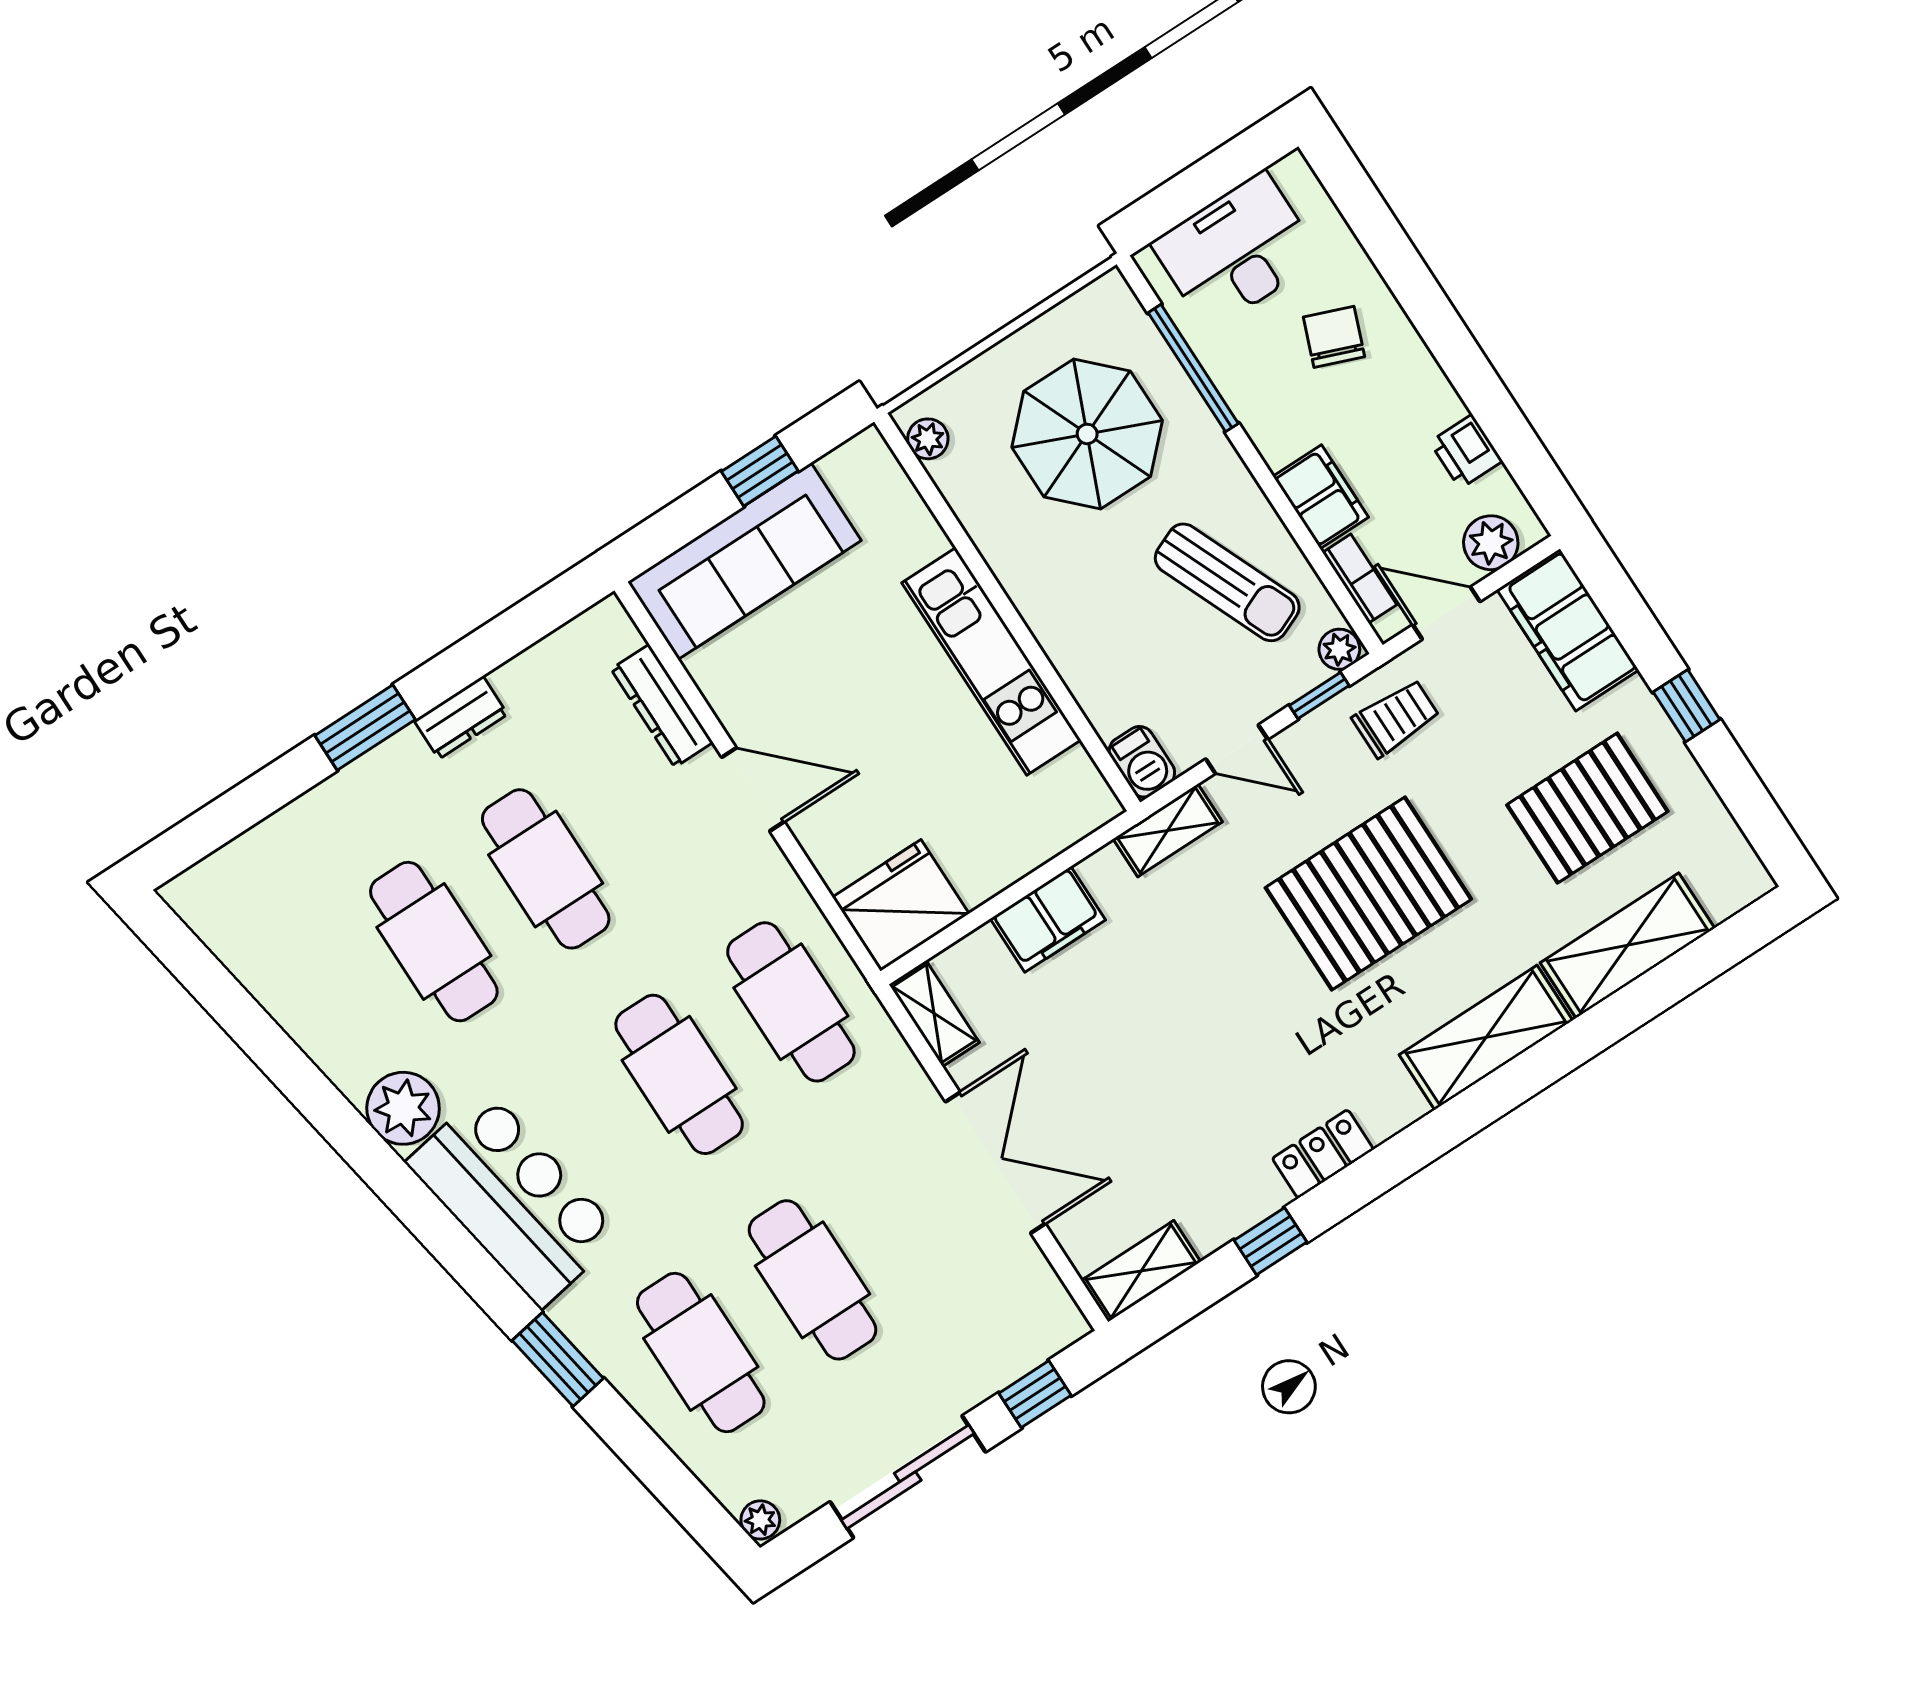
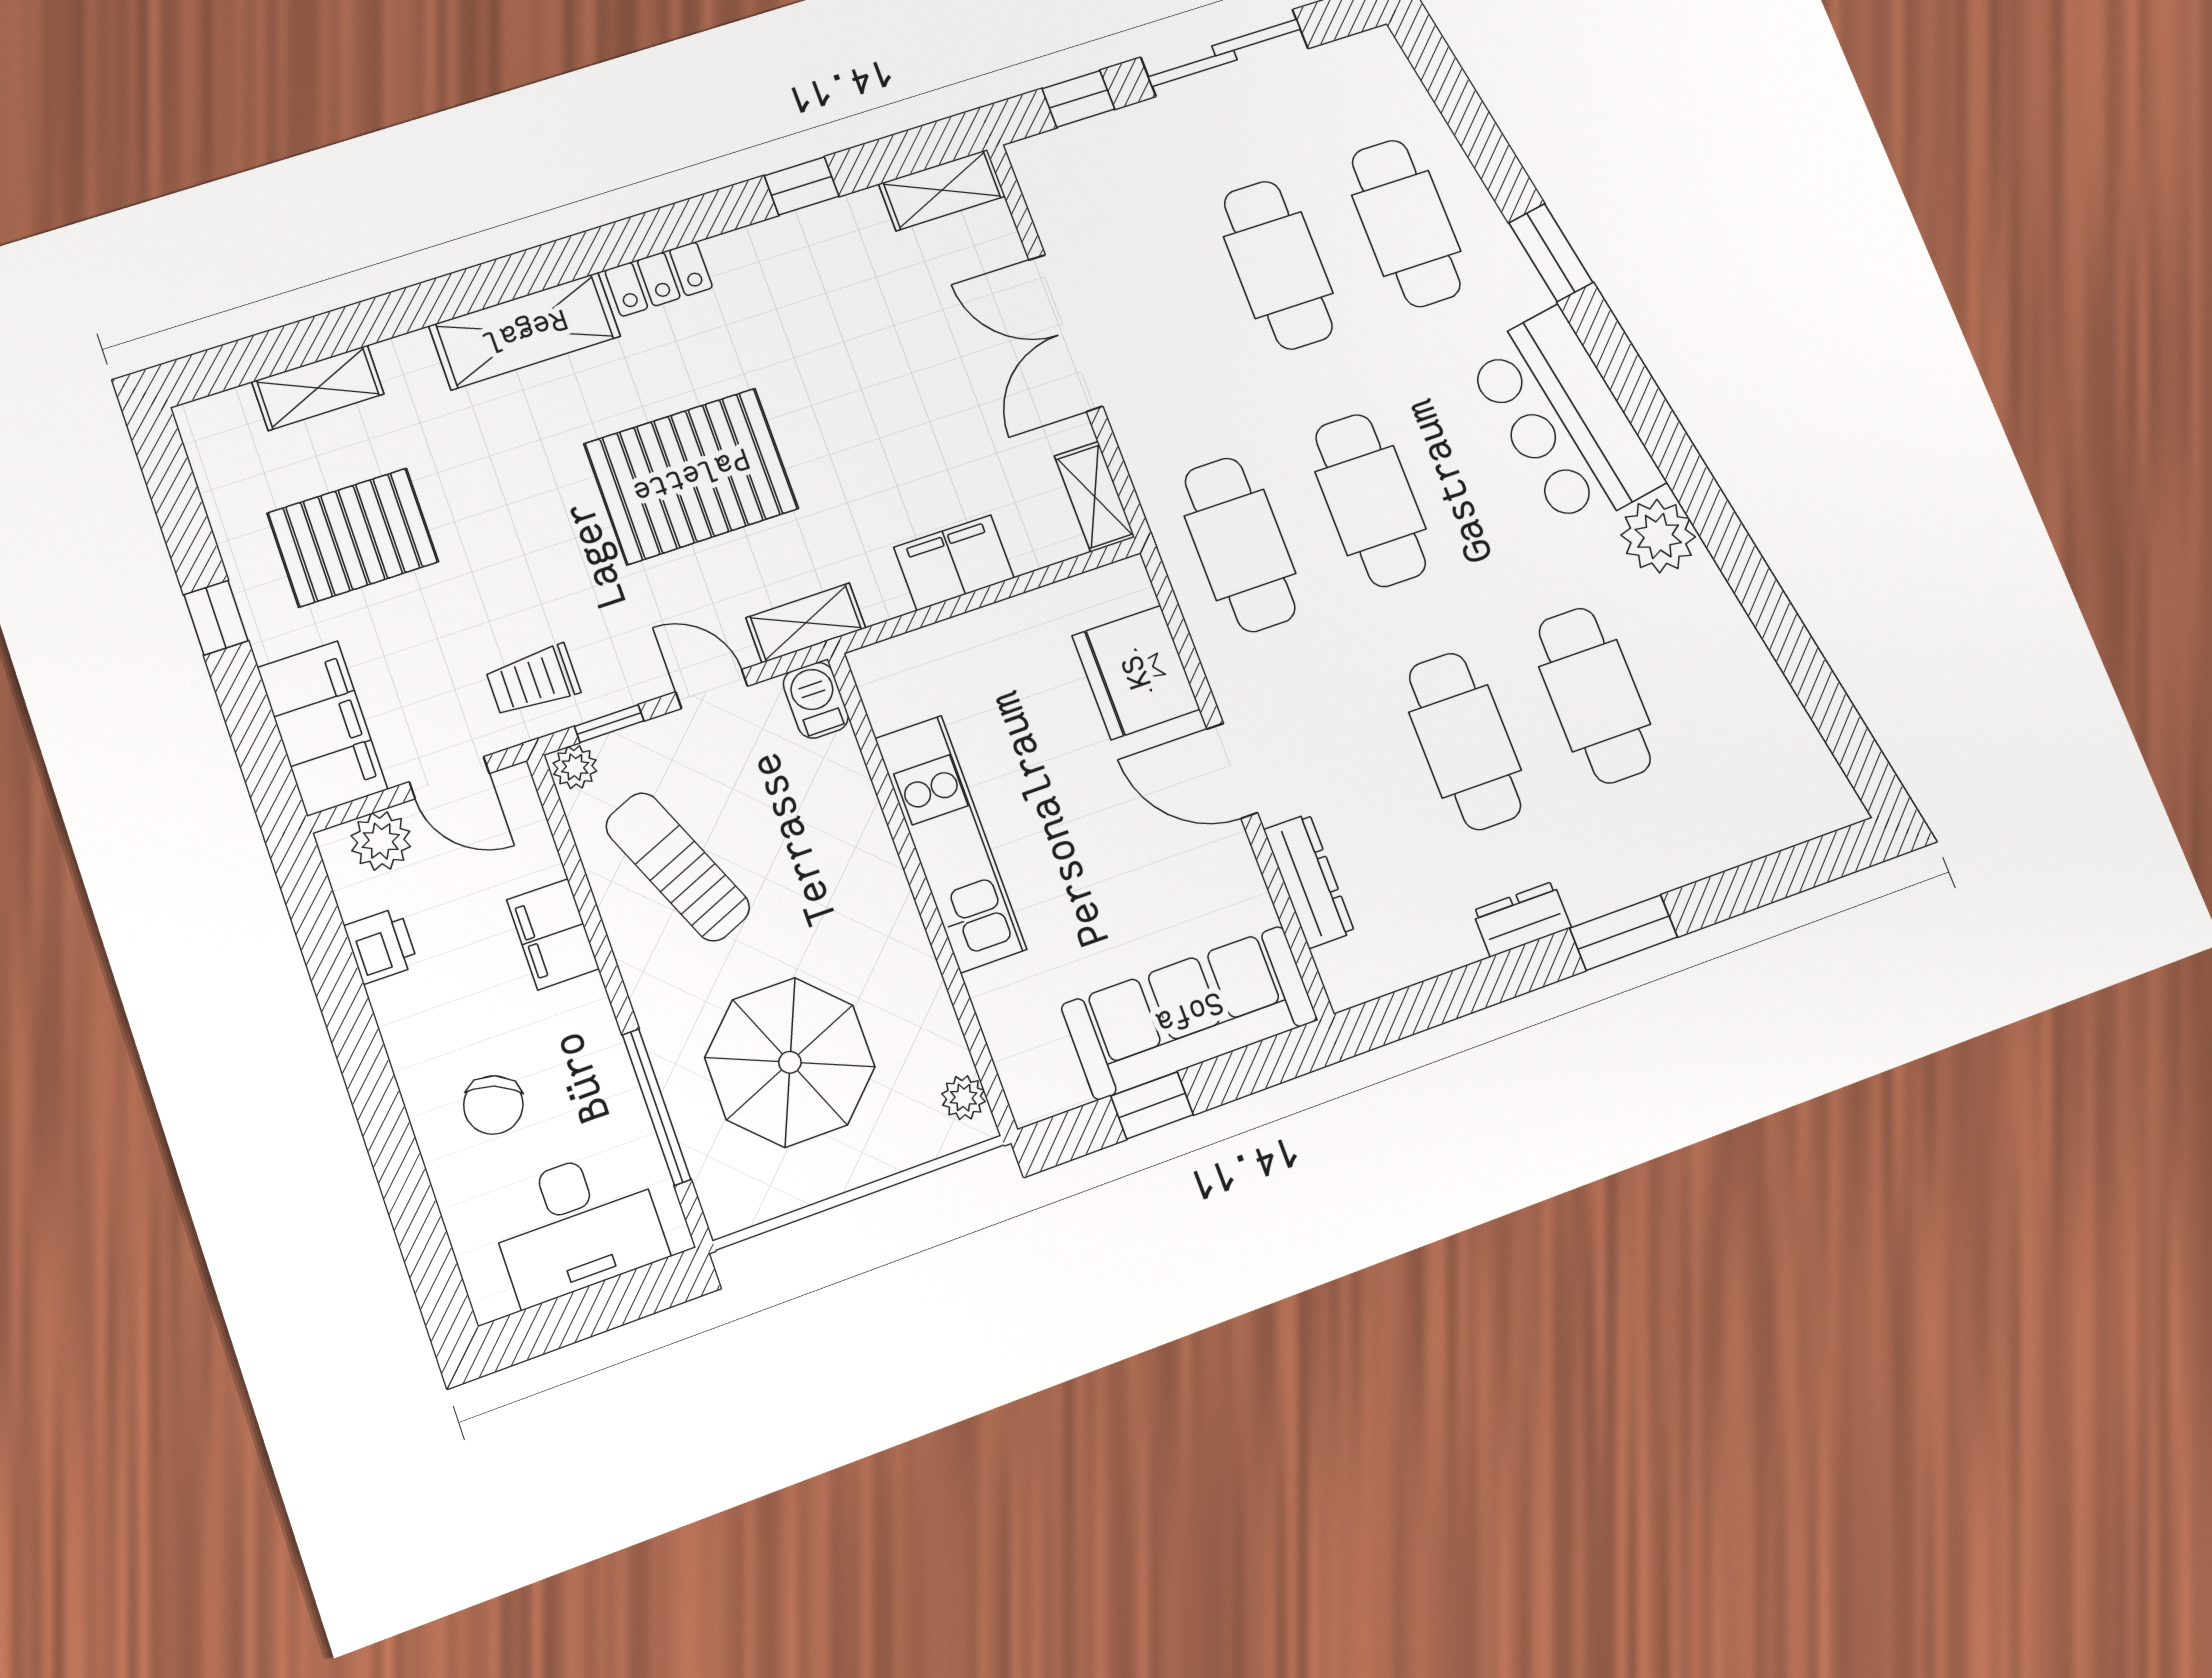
bookcase: (1360, 579) -> (534, 837), removed
pallet: (1368, 893) -> (691, 476), moved
fridge: (901, 905) -> (1136, 672), moved, turned 90
shelving: (1627, 945) -> (318, 388), width x0.67, depth x0.75
locker: (1323, 1154) -> (659, 279), moved
plant: (760, 1520) -> (1381, 50), removed

